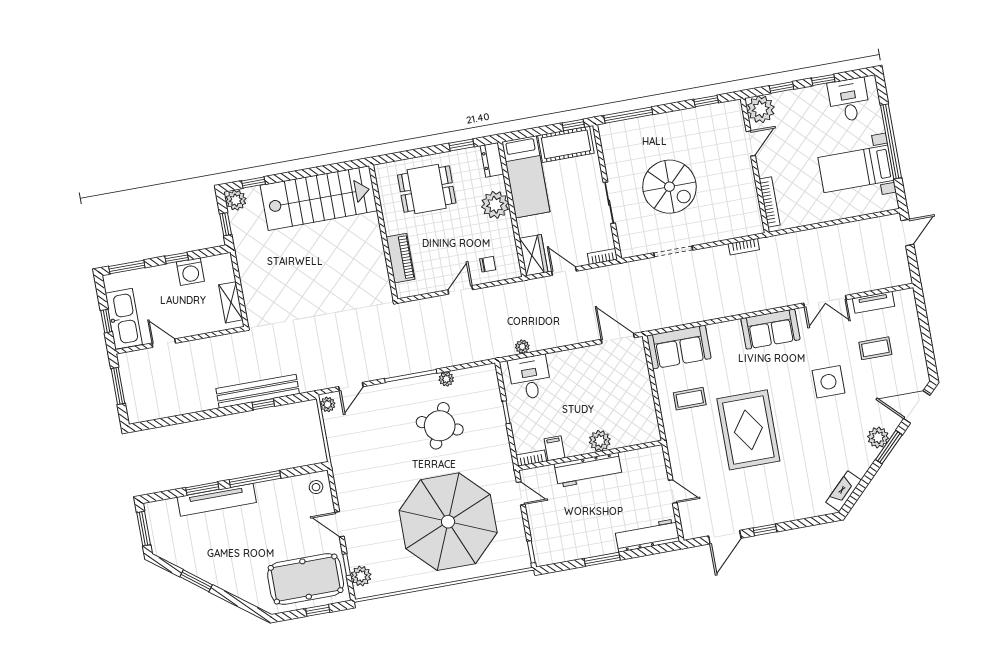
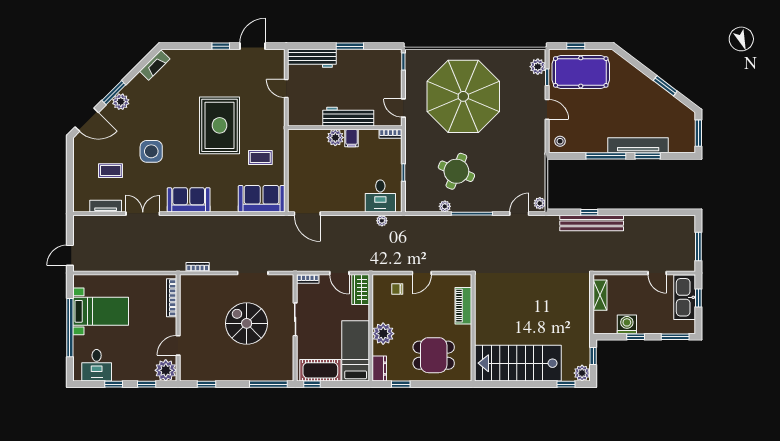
filing cabinet: (554, 448) -> (352, 138), moved

